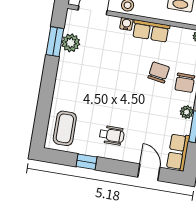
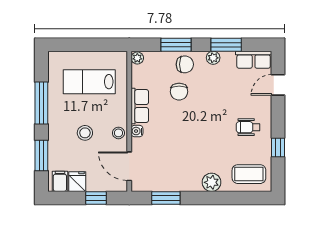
plant: (71, 43) -> (212, 182), moved
chair: (159, 72) -> (179, 92), turned -99
wheelchair: (112, 135) -> (248, 127), turned -90

